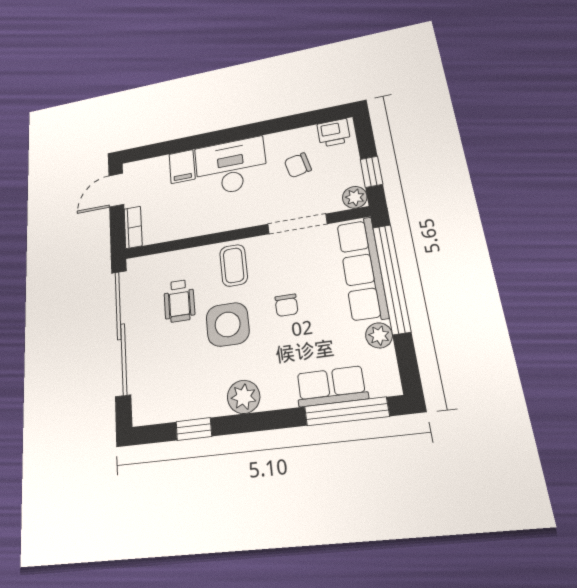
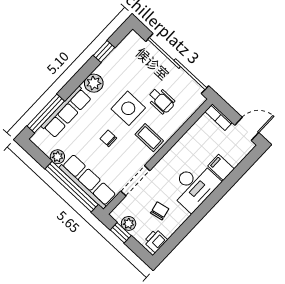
door: (116, 190) -> (247, 129), hinge flipped
plant: (355, 197) -> (129, 223), moved
wheelchair: (179, 301) -> (161, 100), turned 180
row of seats: (331, 386) -> (66, 112), width x1.48

